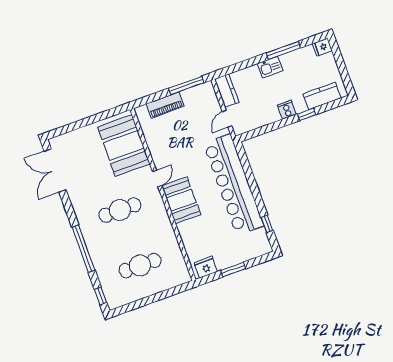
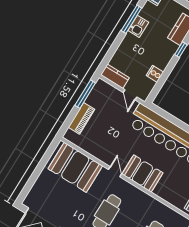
kitchen sink: (270, 67) -> (138, 26), moved
cooker: (287, 110) -> (155, 74), moved

